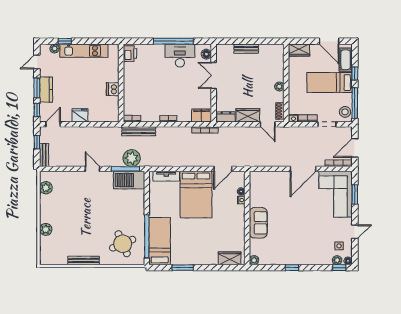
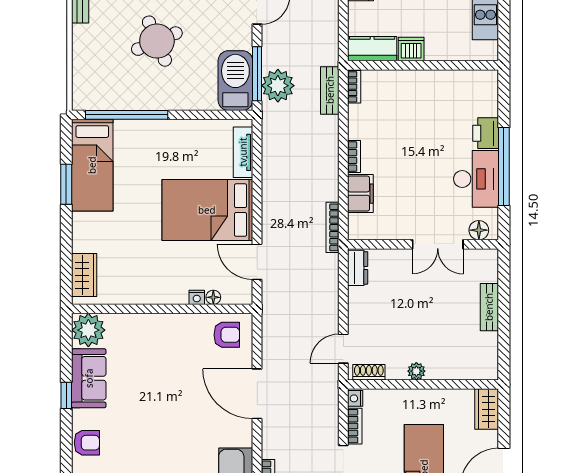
printer: (130, 54) -> (486, 133), moved, turned 90
double door: (214, 75) -> (438, 244), swing flipped
kitchen counter: (113, 109) -> (372, 49), added
filing cabinet: (202, 115) -> (360, 194), moved
wardrobe: (248, 115) -> (361, 310), removed
bench: (139, 131) -> (330, 90), width x0.73
door: (303, 169) -> (257, 394), moved
armchair: (261, 185) -> (227, 335), added
sofa: (258, 223) -> (89, 378), moved, turned -90
bed: (160, 241) -> (92, 165), moved, turned 90
round table: (123, 244) -> (157, 41), moved
armchair: (316, 257) -> (87, 443), added
plant: (254, 260) -> (88, 330), width x1.88, depth x1.88

